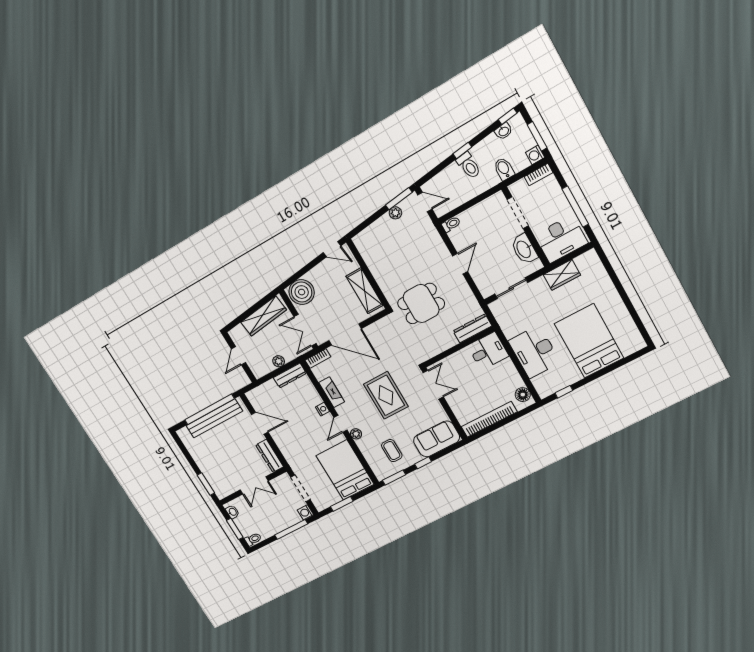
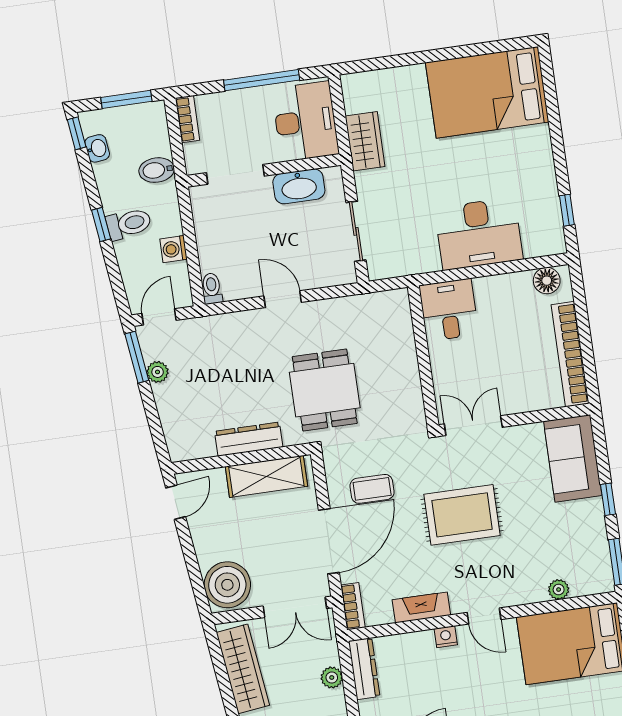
washing machine: (535, 155) -> (174, 249), moved, turned 90
dresser: (472, 328) -> (249, 439), moved, turned 90
bed: (589, 341) -> (487, 92), moved
plant: (356, 434) -> (559, 590), moved
coffee table: (392, 451) -> (372, 489), moved

